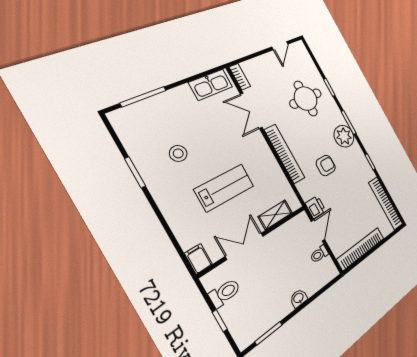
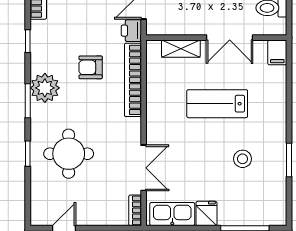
fridge: (184, 96) -> (206, 214), added
bookcase: (285, 154) -> (133, 80), moved

